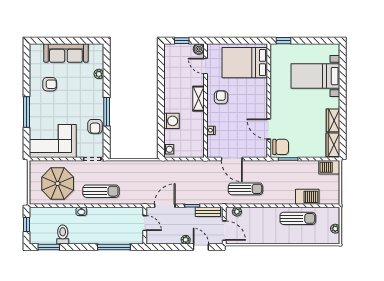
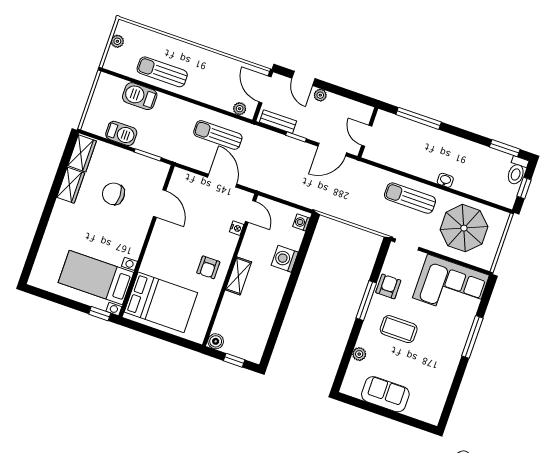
sofa: (66, 53) -> (385, 394), width x0.73
door: (206, 66) -> (250, 211), moved
bed with nightstands: (315, 76) -> (96, 278), moved, turned 180
armchair: (50, 84) -> (429, 363), removed
coffee table: (78, 100) -> (399, 329), added
chair: (281, 147) -> (113, 194), moved
barbecue: (329, 167) -> (121, 133), moved
toilet: (63, 234) -> (517, 171), moved

